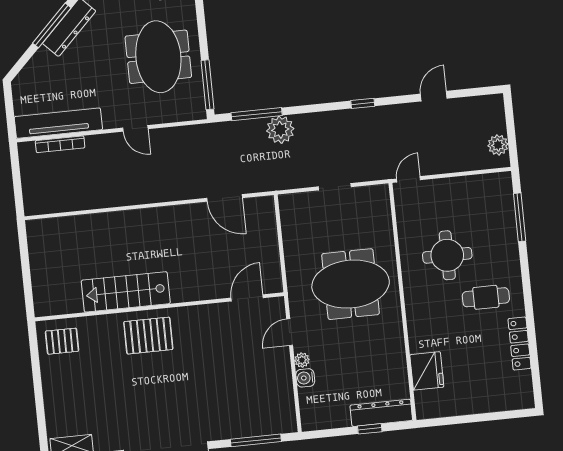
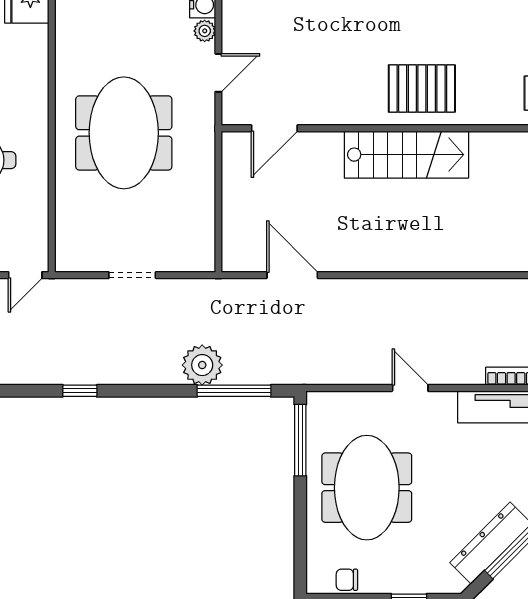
meeting table: (351, 284) -> (124, 133), turned 90
stairs: (126, 292) -> (406, 155), moved

